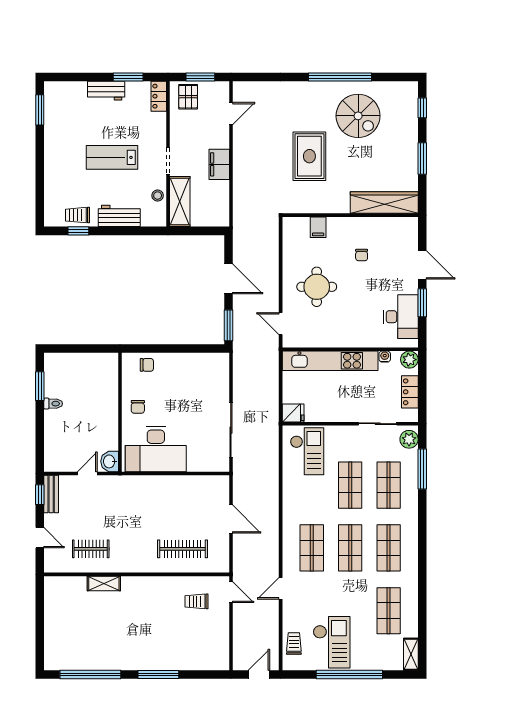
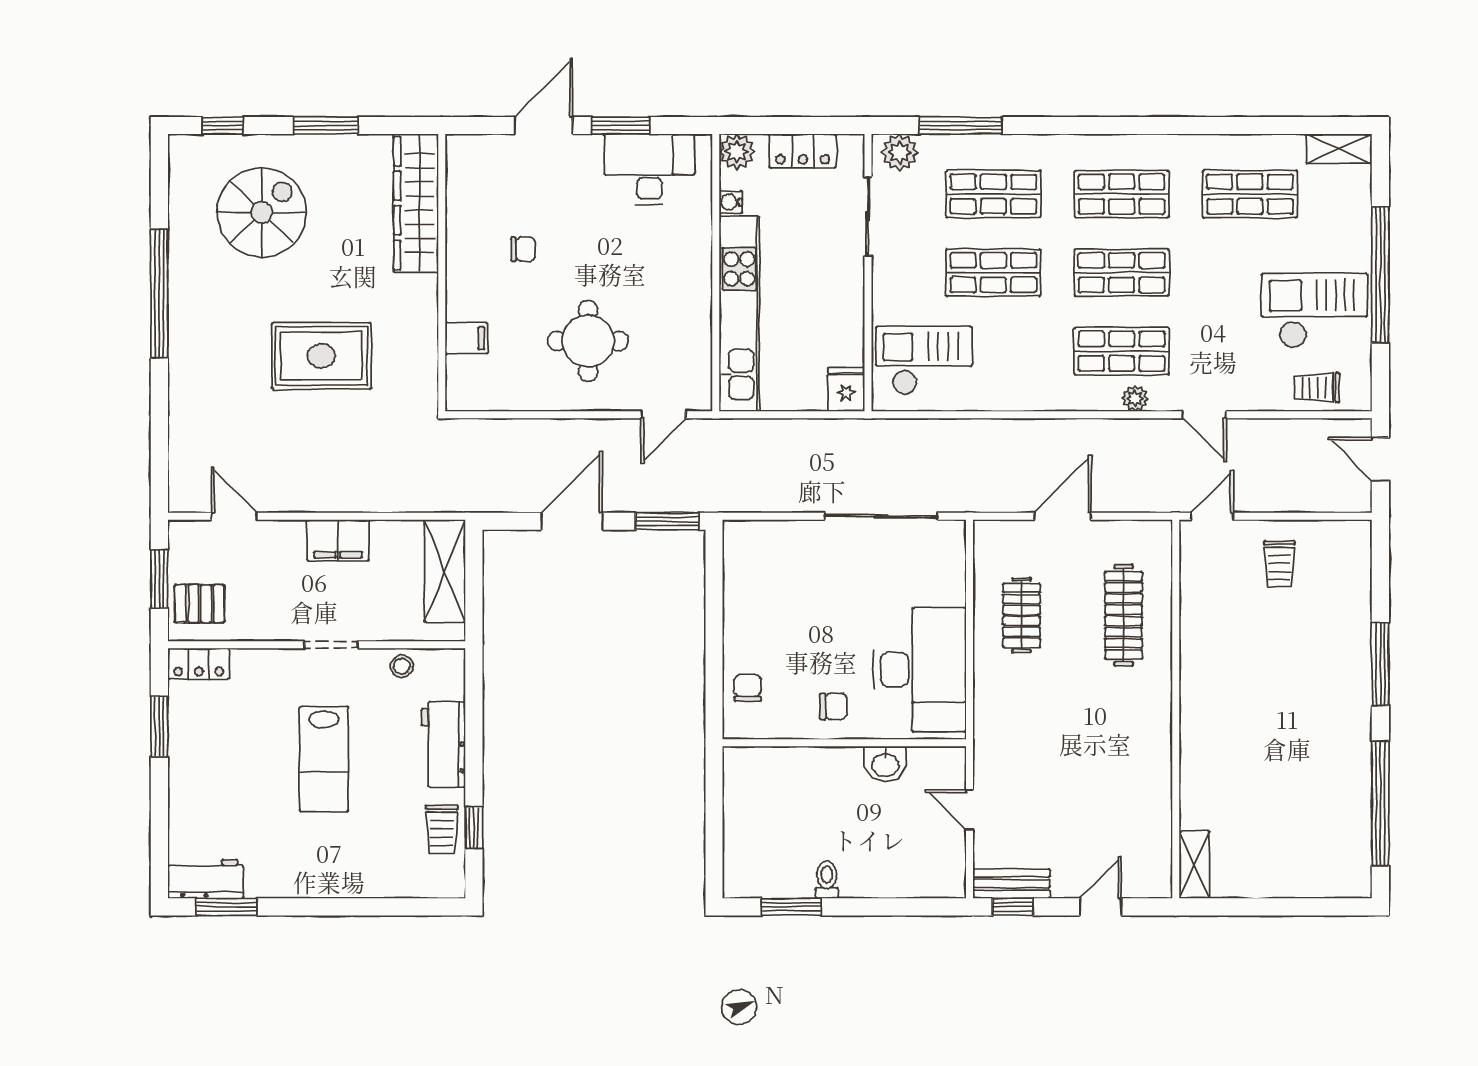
workbench: (106, 91) -> (206, 879), moved, turned -90
spiral stairs: (358, 116) -> (262, 212), moved
shelving: (180, 202) -> (445, 571), moved, turned 90
washbasin: (110, 461) -> (885, 764), moved
clothes rail: (91, 549) -> (1022, 615), moved
plant: (289, 554) -> (1135, 398), added
shelving: (104, 583) -> (1194, 865), moved
trolley: (197, 601) -> (1279, 564), moved

